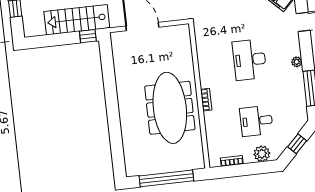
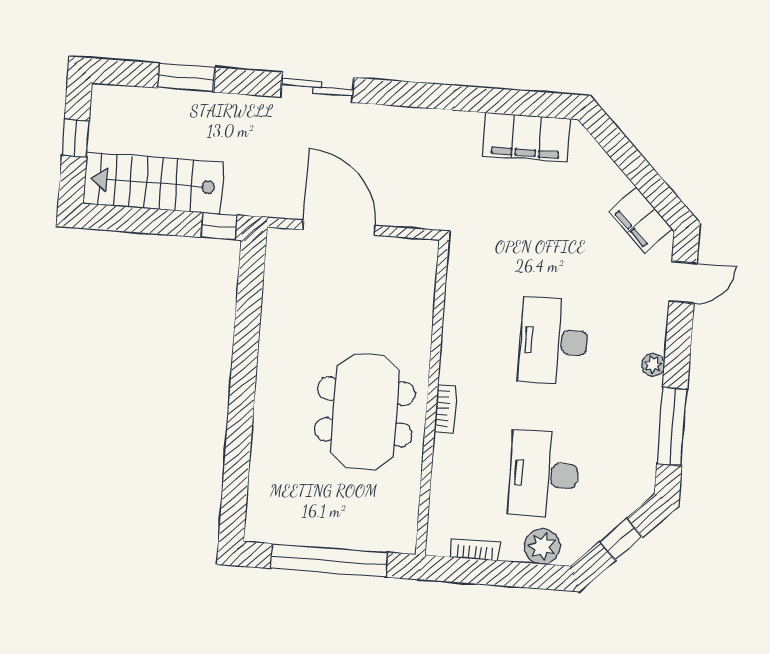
stairs: (77, 20) -> (153, 183), moved
meeting table: (170, 108) -> (365, 412), width x0.73
desk: (256, 121) -> (544, 474), width x1.37

